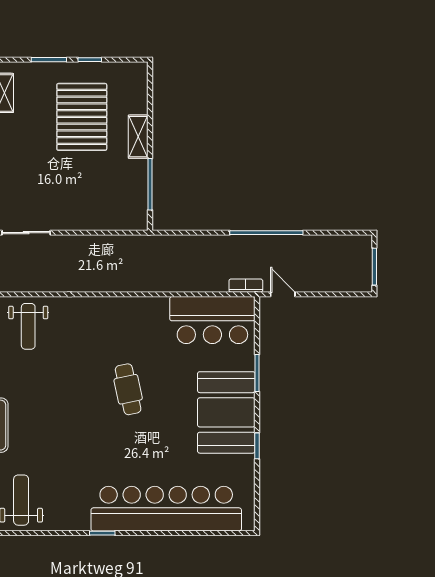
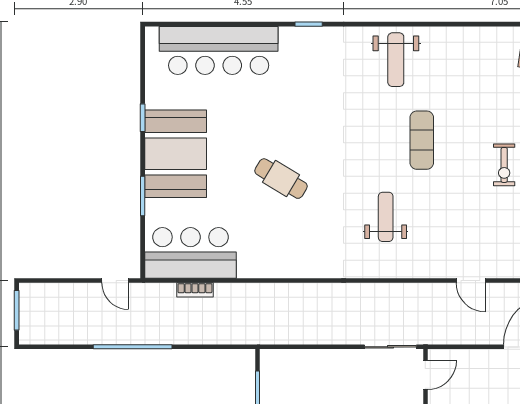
bookcase: (246, 286) -> (195, 290), moved
weight bench: (28, 326) -> (386, 217), moved
cafe table: (128, 389) -> (281, 179), turned -47
bar counter: (166, 509) -> (219, 50), width x0.73

